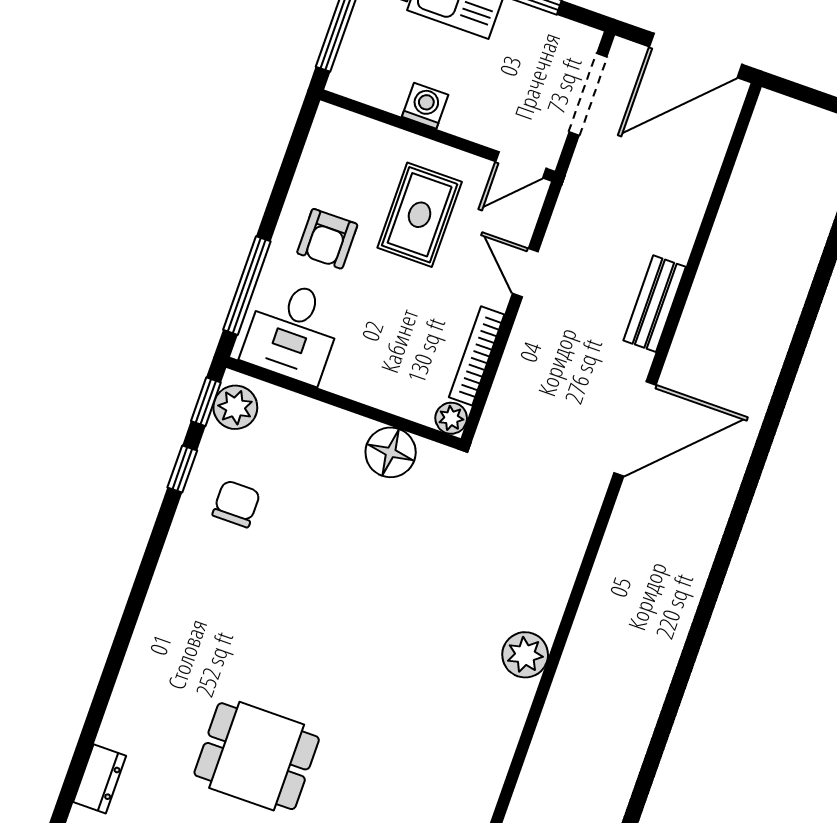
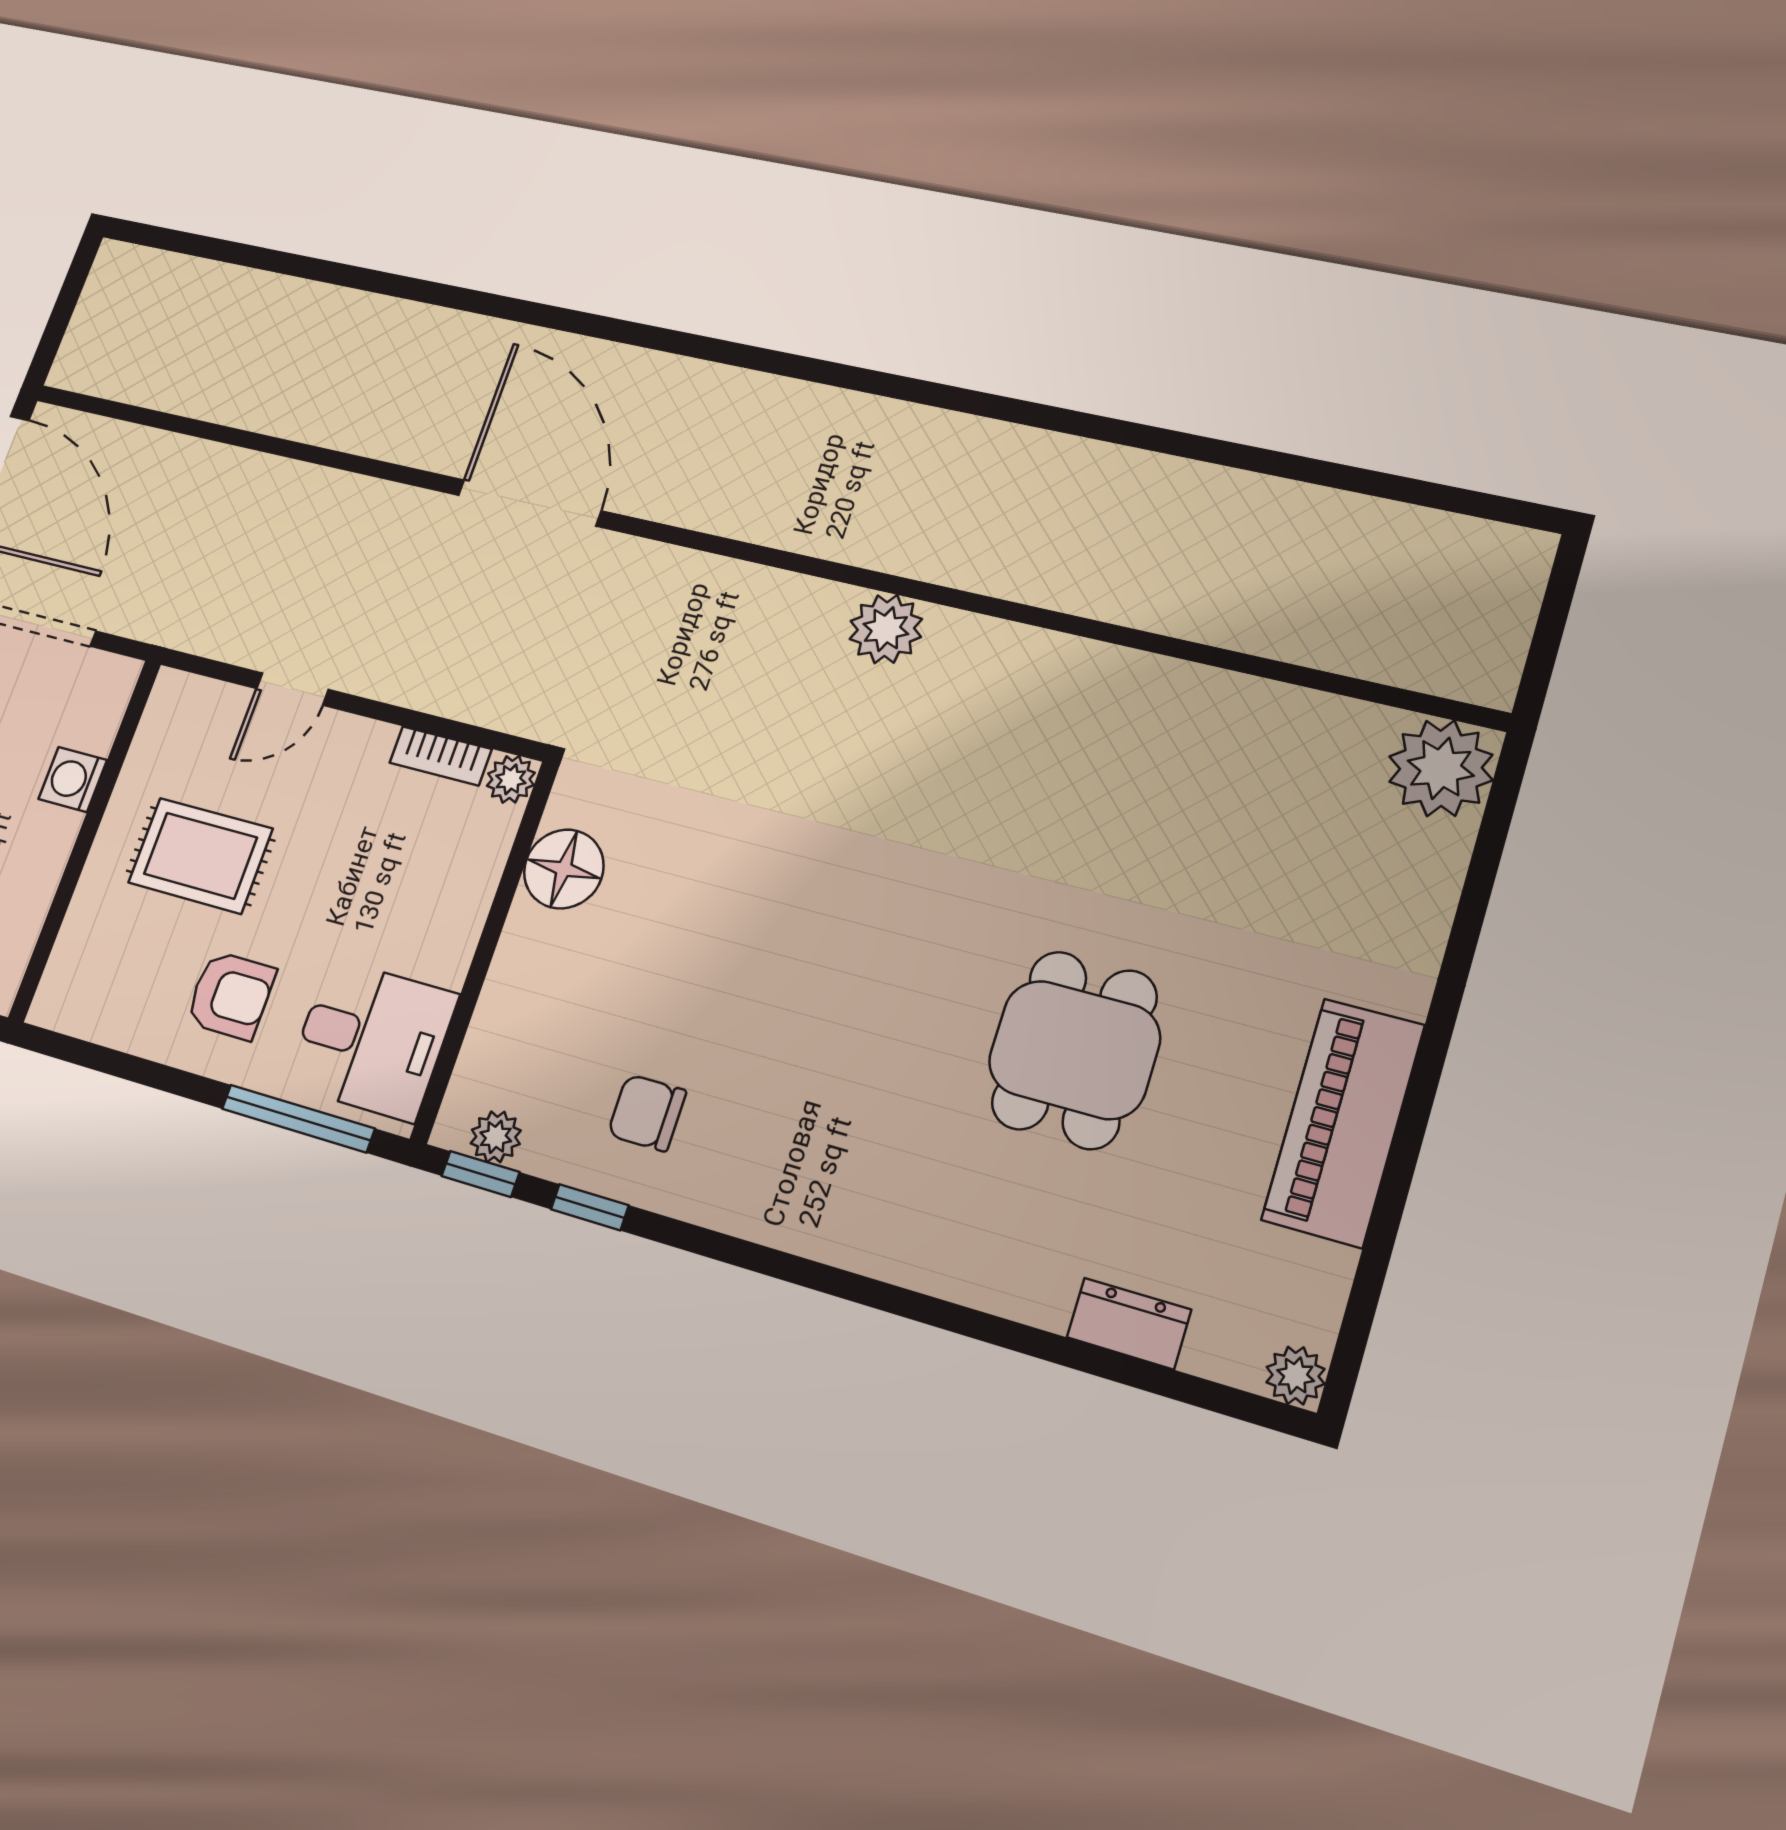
washing machine: (425, 106) -> (73, 780), moved
door: (521, 165) -> (134, 712), removed
bench: (655, 304) -> (344, 496), removed
bookcase: (477, 356) -> (441, 756), width x0.64
plant: (235, 407) -> (496, 1137), width x0.73, depth x0.73

